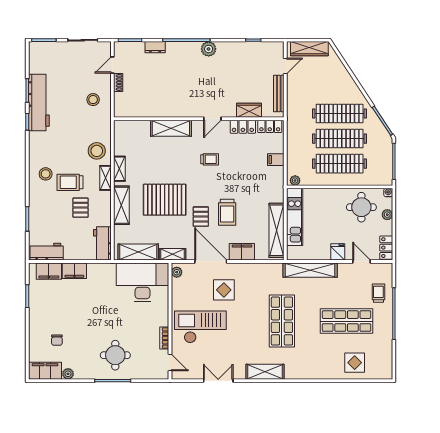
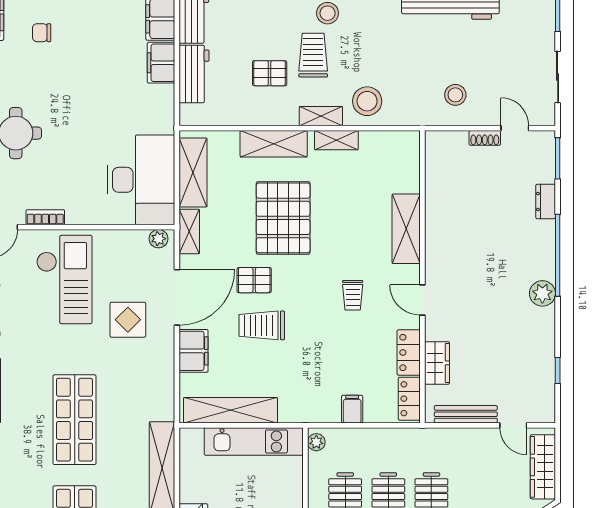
workbench: (102, 243) -> (194, 74), moved, turned 90
shop shelf: (282, 321) -> (75, 420), turned 90

